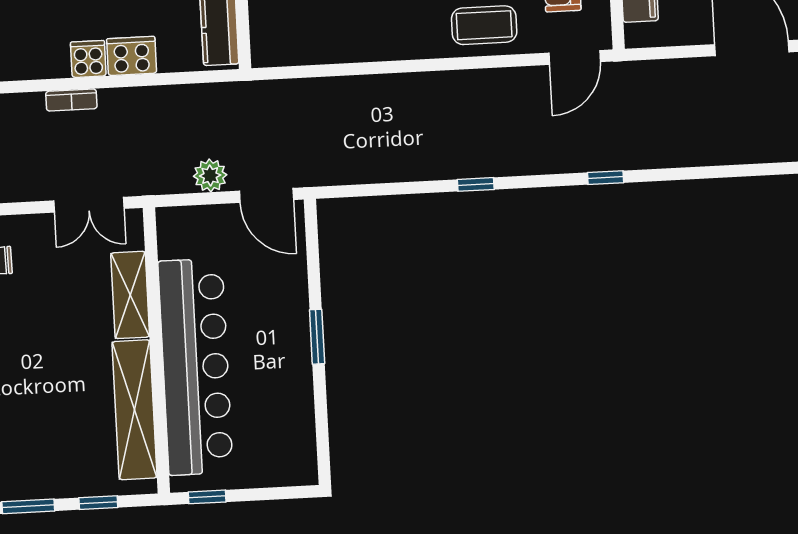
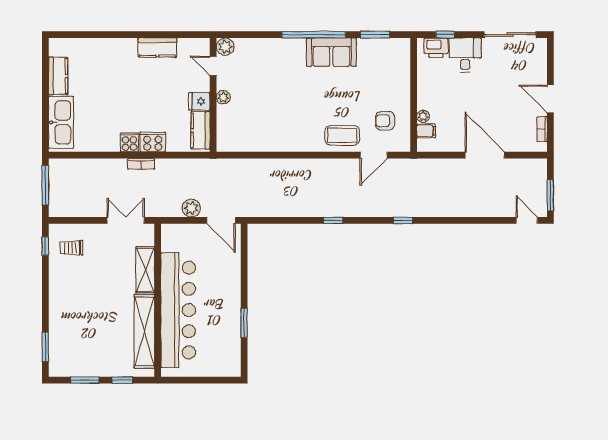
door: (575, 57) -> (374, 155), moved
bookcase: (71, 100) -> (141, 164), moved
double door: (89, 205) -> (126, 220), swing flipped
window: (317, 337) -> (244, 323), moved
window: (207, 497) -> (181, 380), removed

